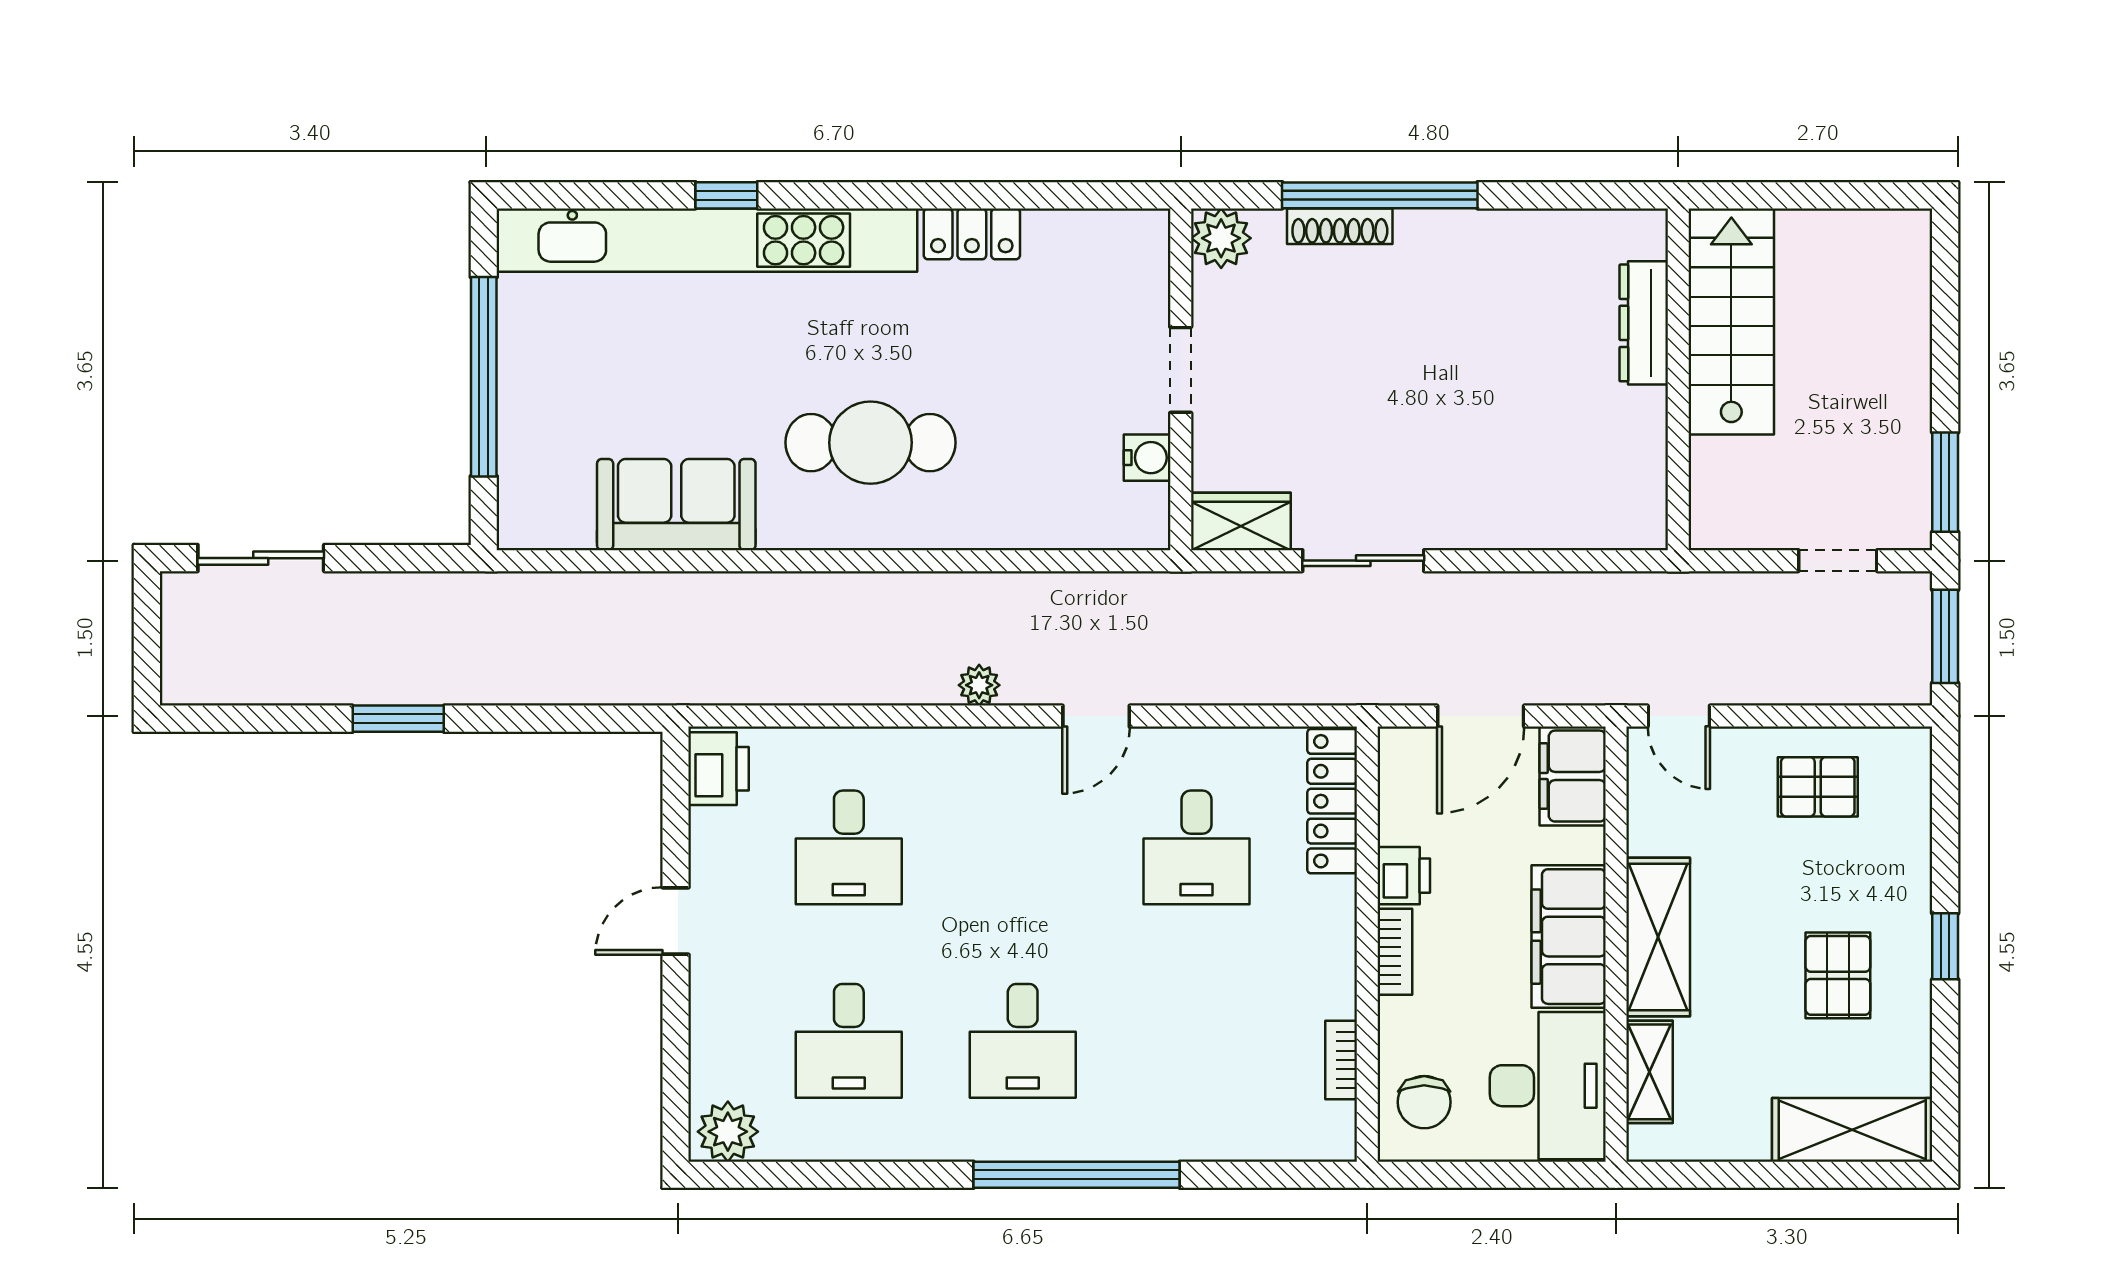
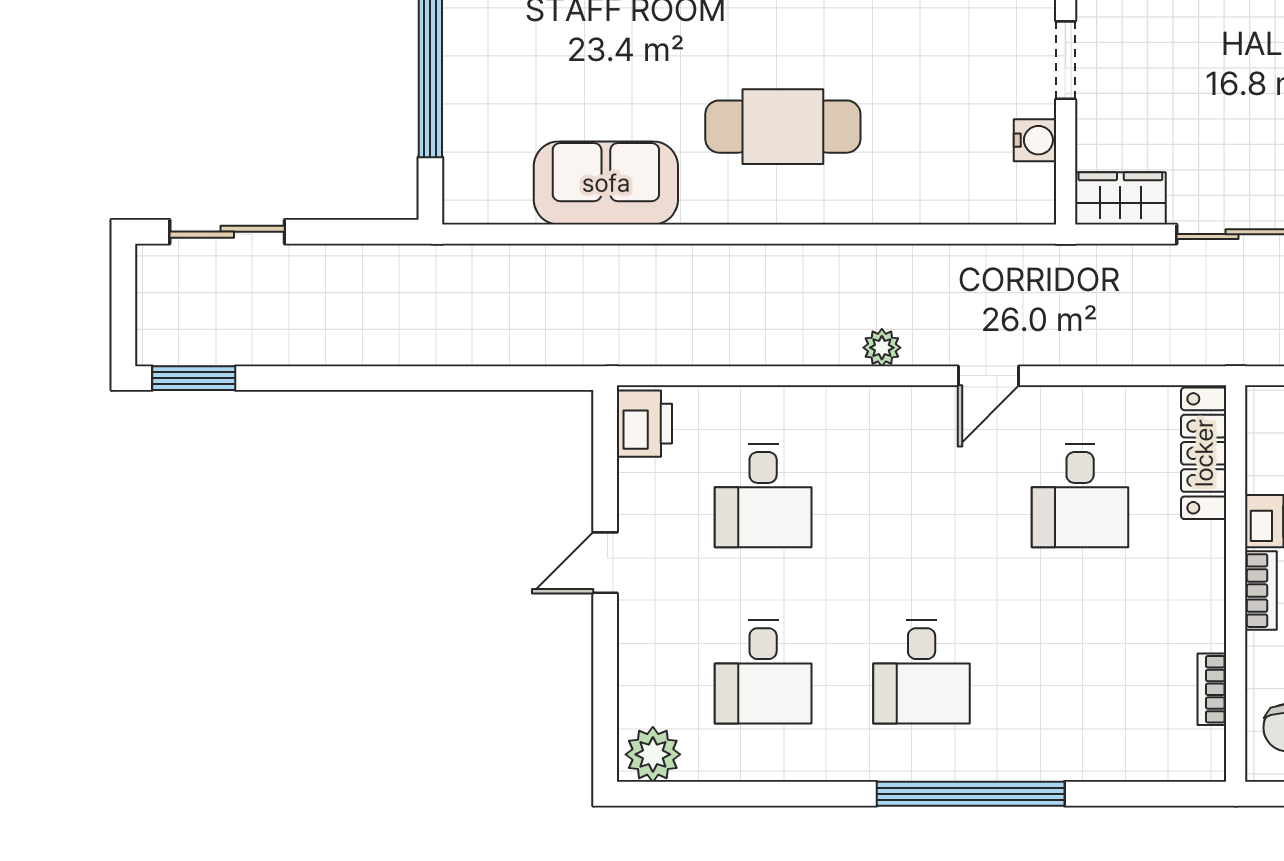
window: (398, 719) -> (194, 378), moved

